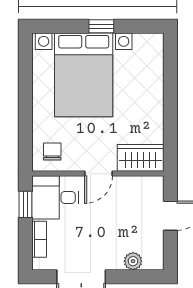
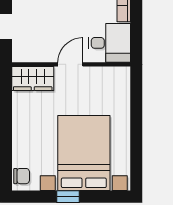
chair: (52, 152) -> (22, 176), moved, turned -90
window: (25, 204) -> (136, 37), removed

